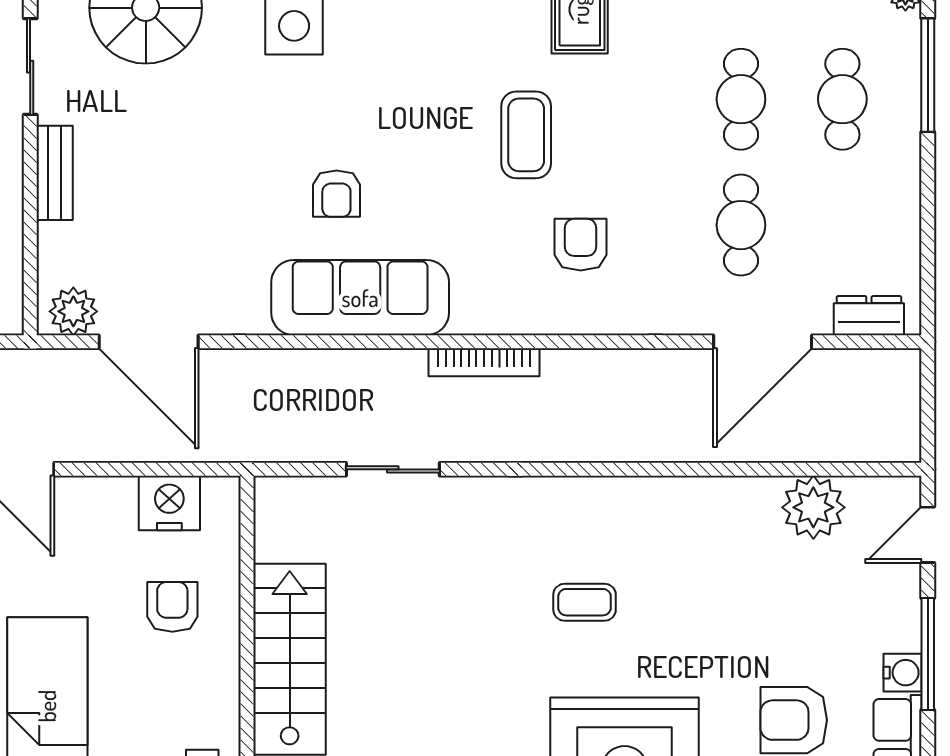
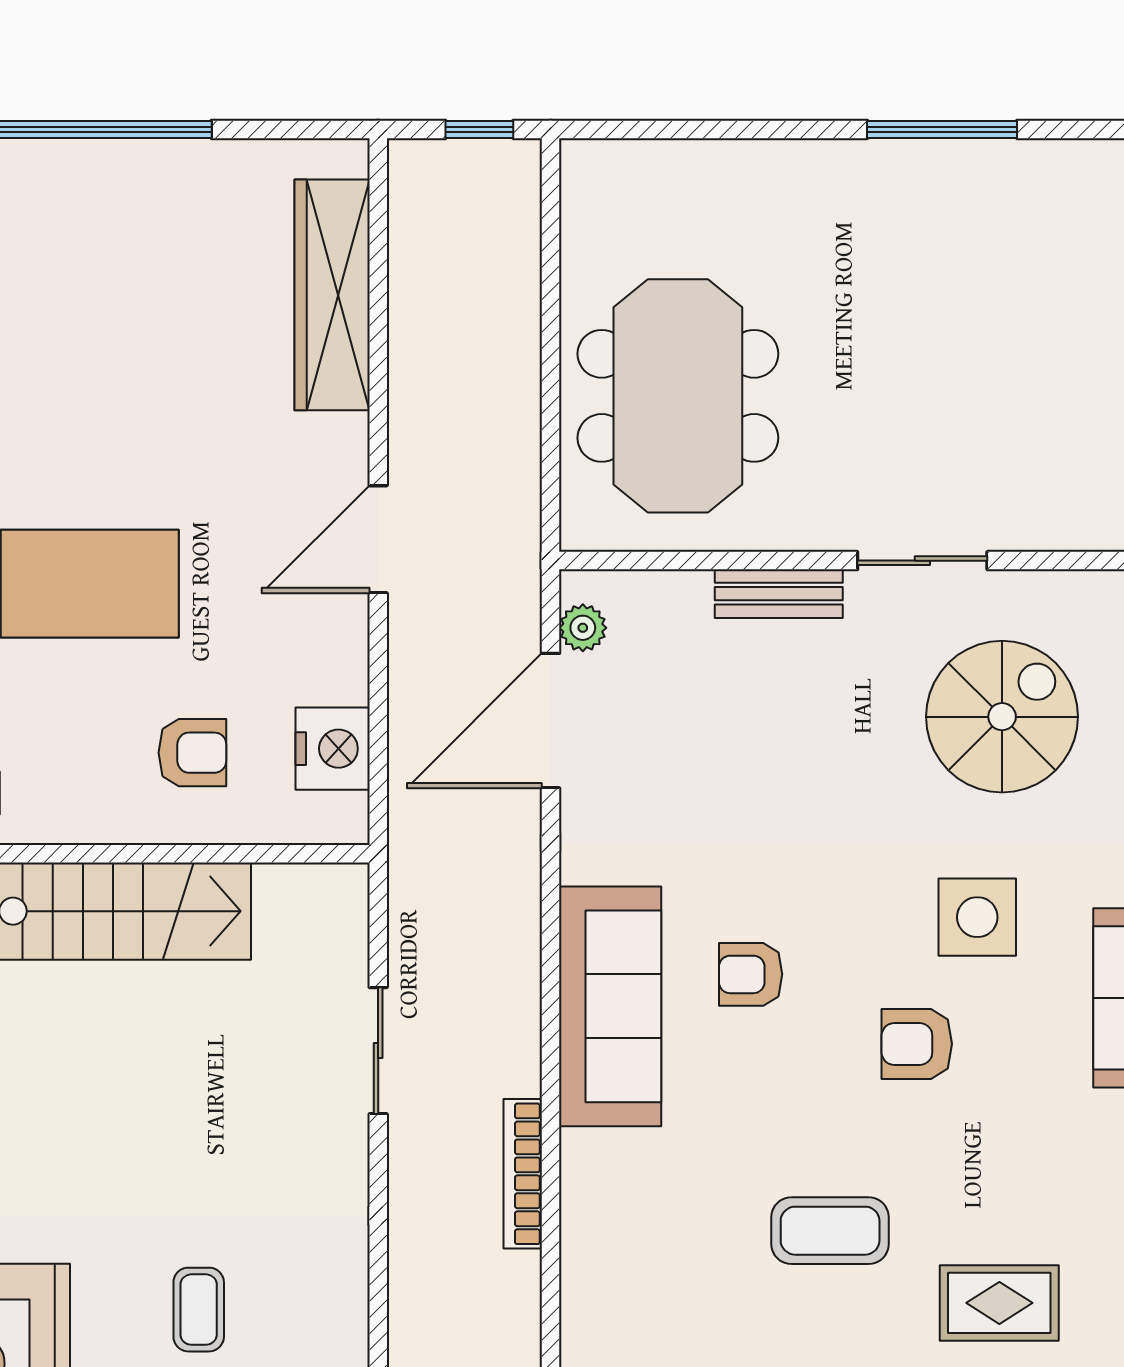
armchair: (581, 245) -> (917, 1044), moved, turned 180
plant: (73, 311) -> (583, 628), width x0.73, depth x0.73

